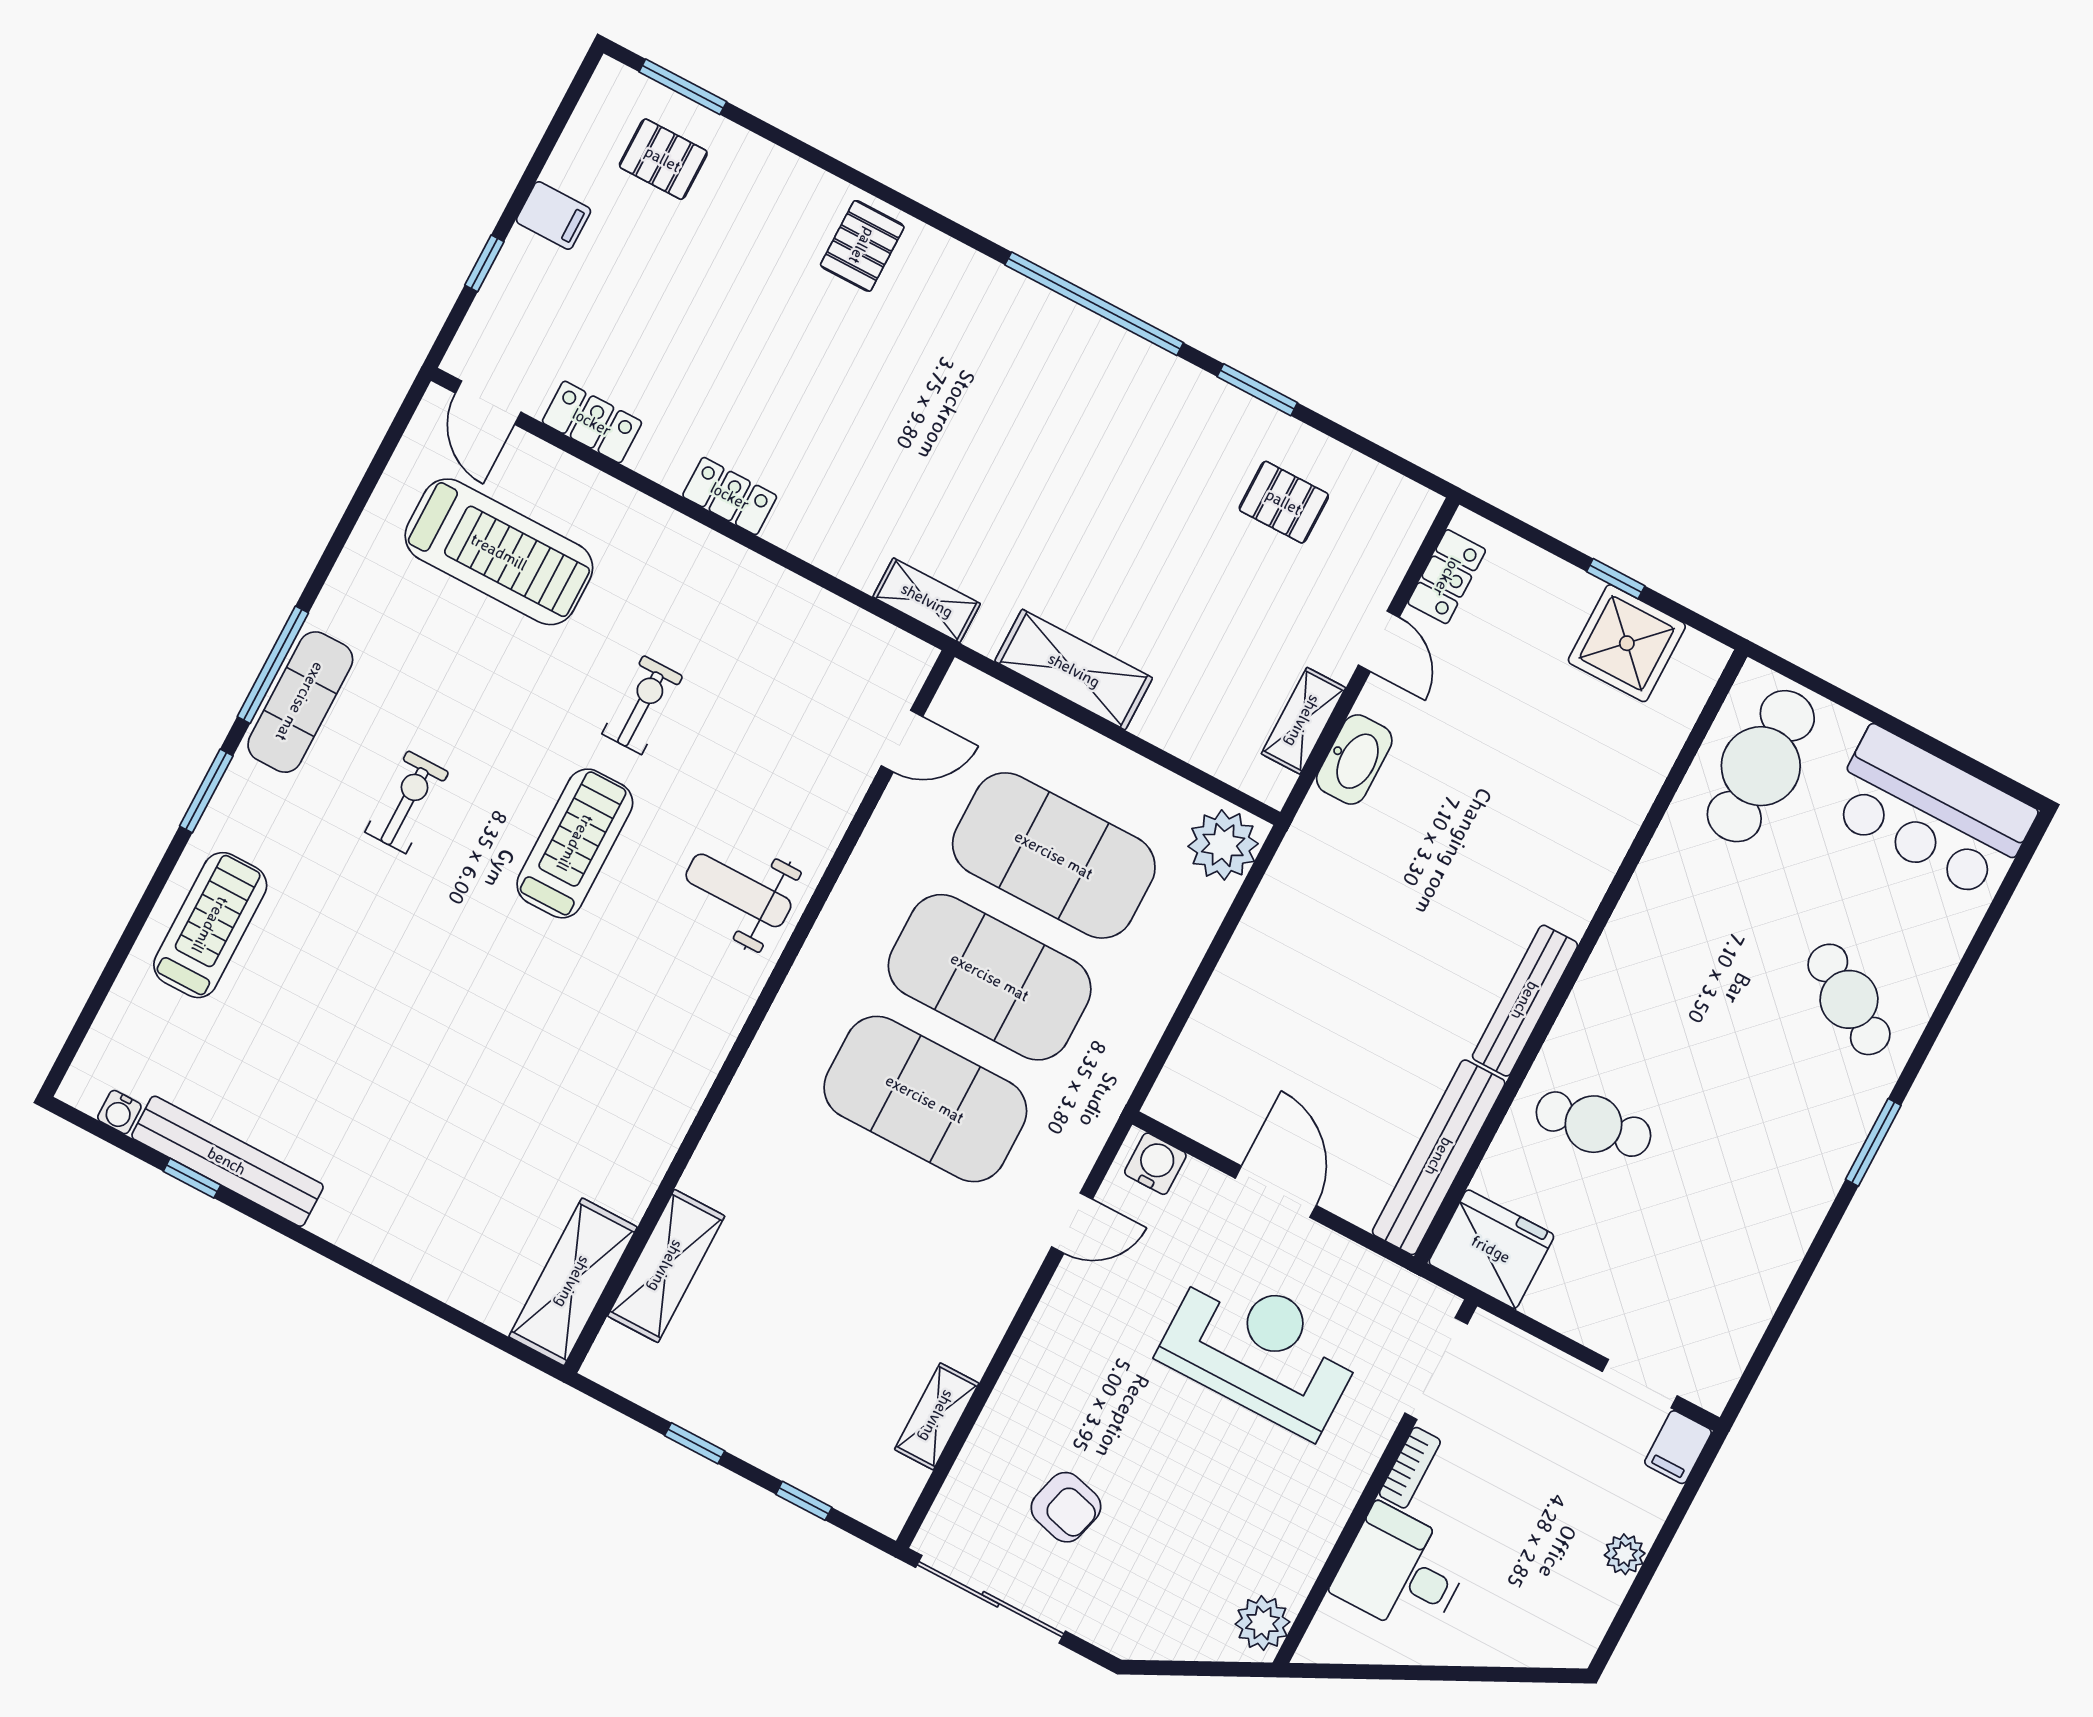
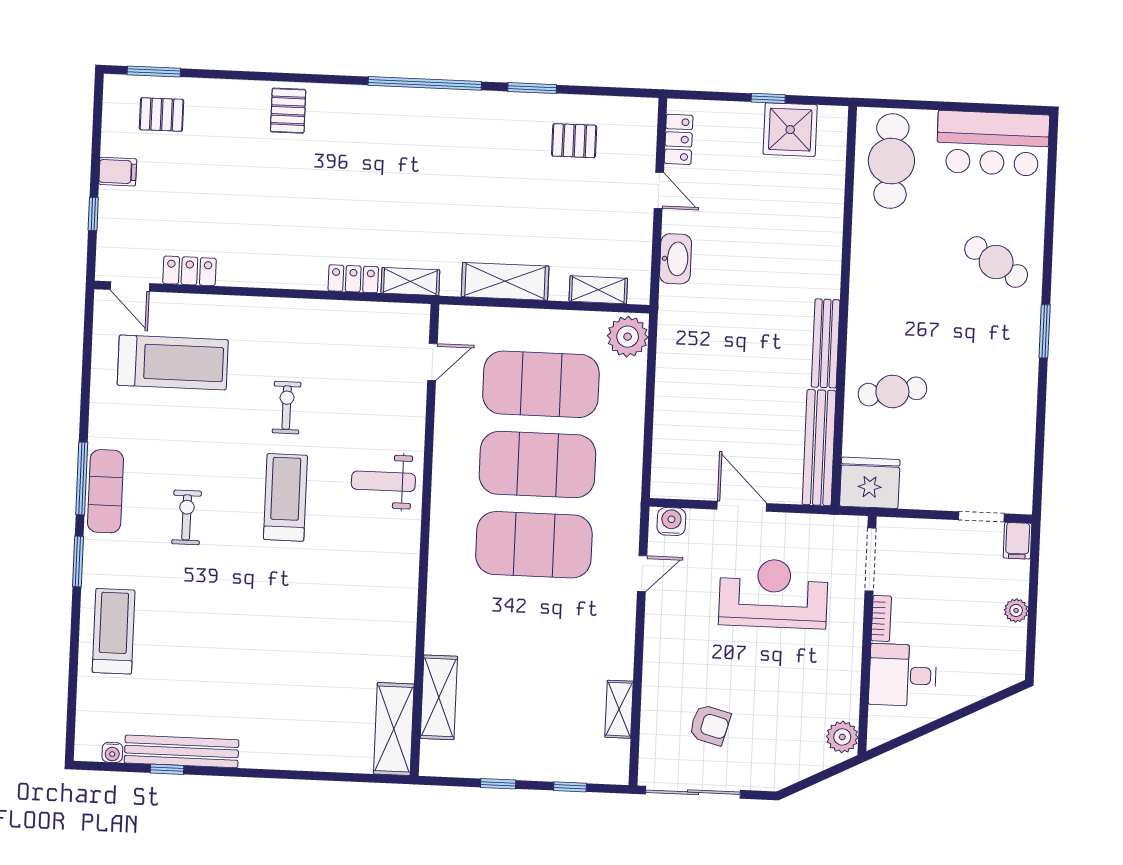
locker: (730, 496) -> (353, 279), moved
shelving: (1303, 721) -> (598, 290), moved, turned 90

